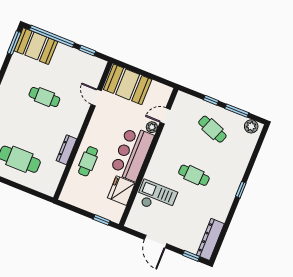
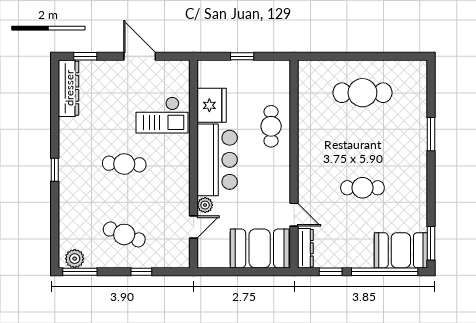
window: (237, 111) -> (80, 272), moved
dresser: (67, 150) -> (305, 248), moved
window: (102, 220) -> (242, 56), moved

